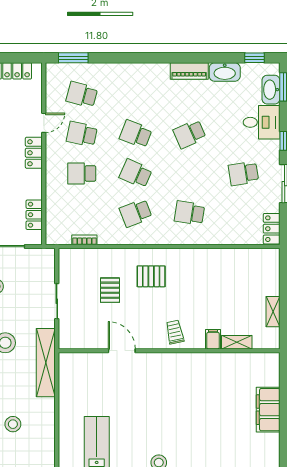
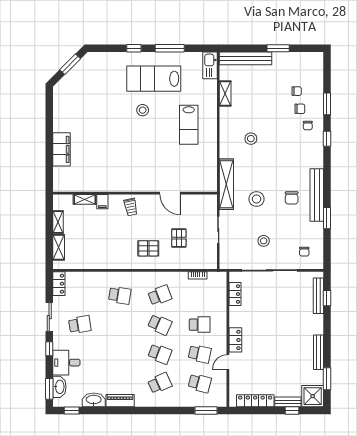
school desk: (190, 134) -> (160, 383), moved
shelving: (272, 278) -> (59, 247), added

